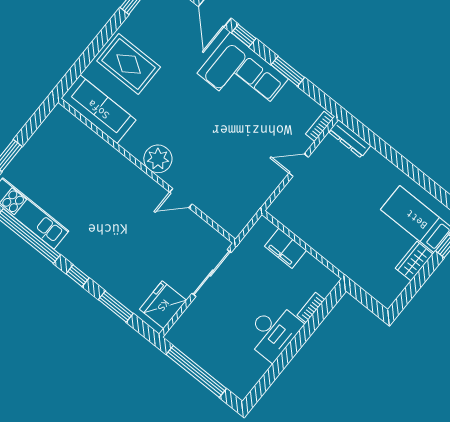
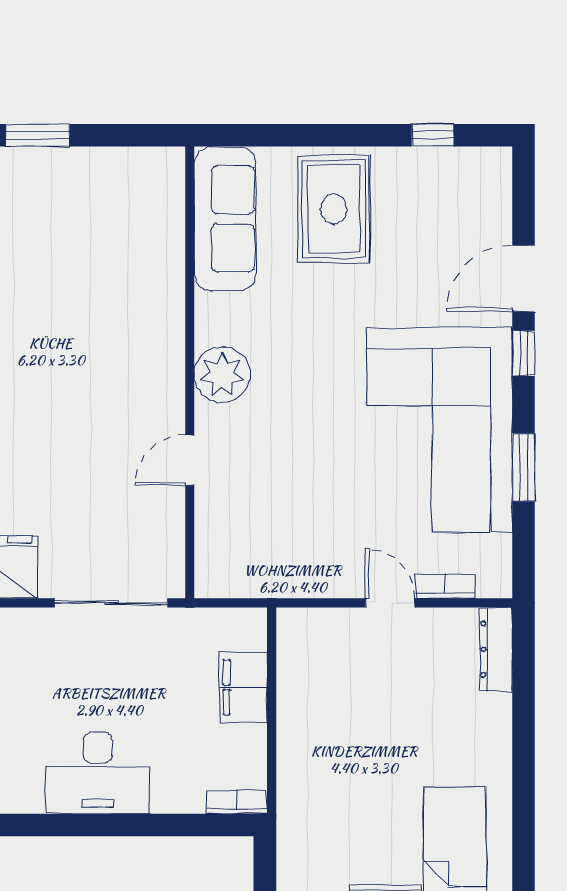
corner sofa: (243, 76) -> (439, 430), width x1.36, depth x1.36
bookcase: (319, 126) -> (445, 586), moved
door: (181, 198) -> (190, 460), hinge flipped
bookcase: (311, 308) -> (237, 802), moved

